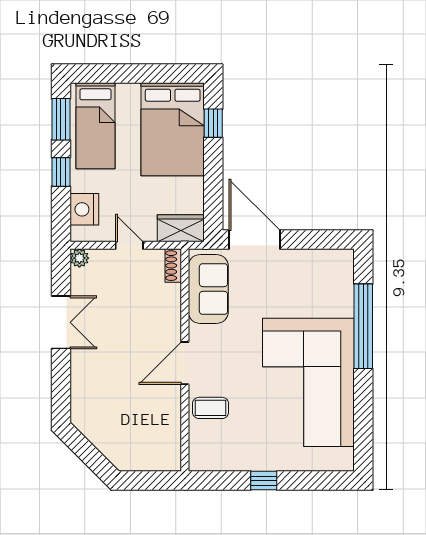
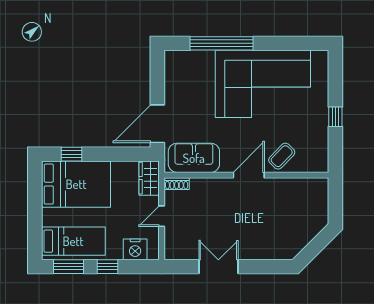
plant: (79, 258) -> (171, 253), removed
door: (185, 363) -> (249, 175), swing flipped
coffee table: (211, 408) -> (282, 156), turned 44

